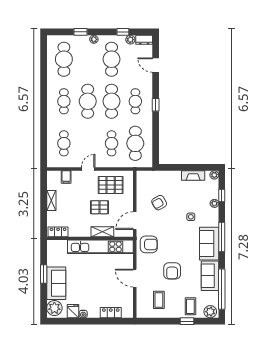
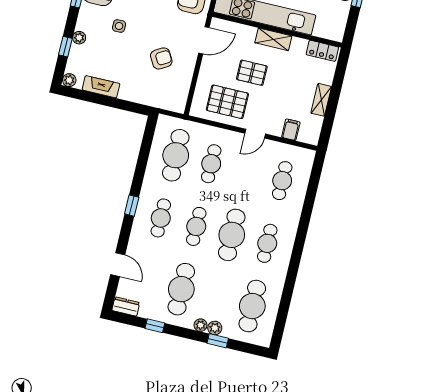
plant: (130, 40) -> (215, 328), moved
cafe table: (112, 101) -> (196, 226), width x0.73, depth x0.74
shelving: (102, 232) -> (273, 39), moved

